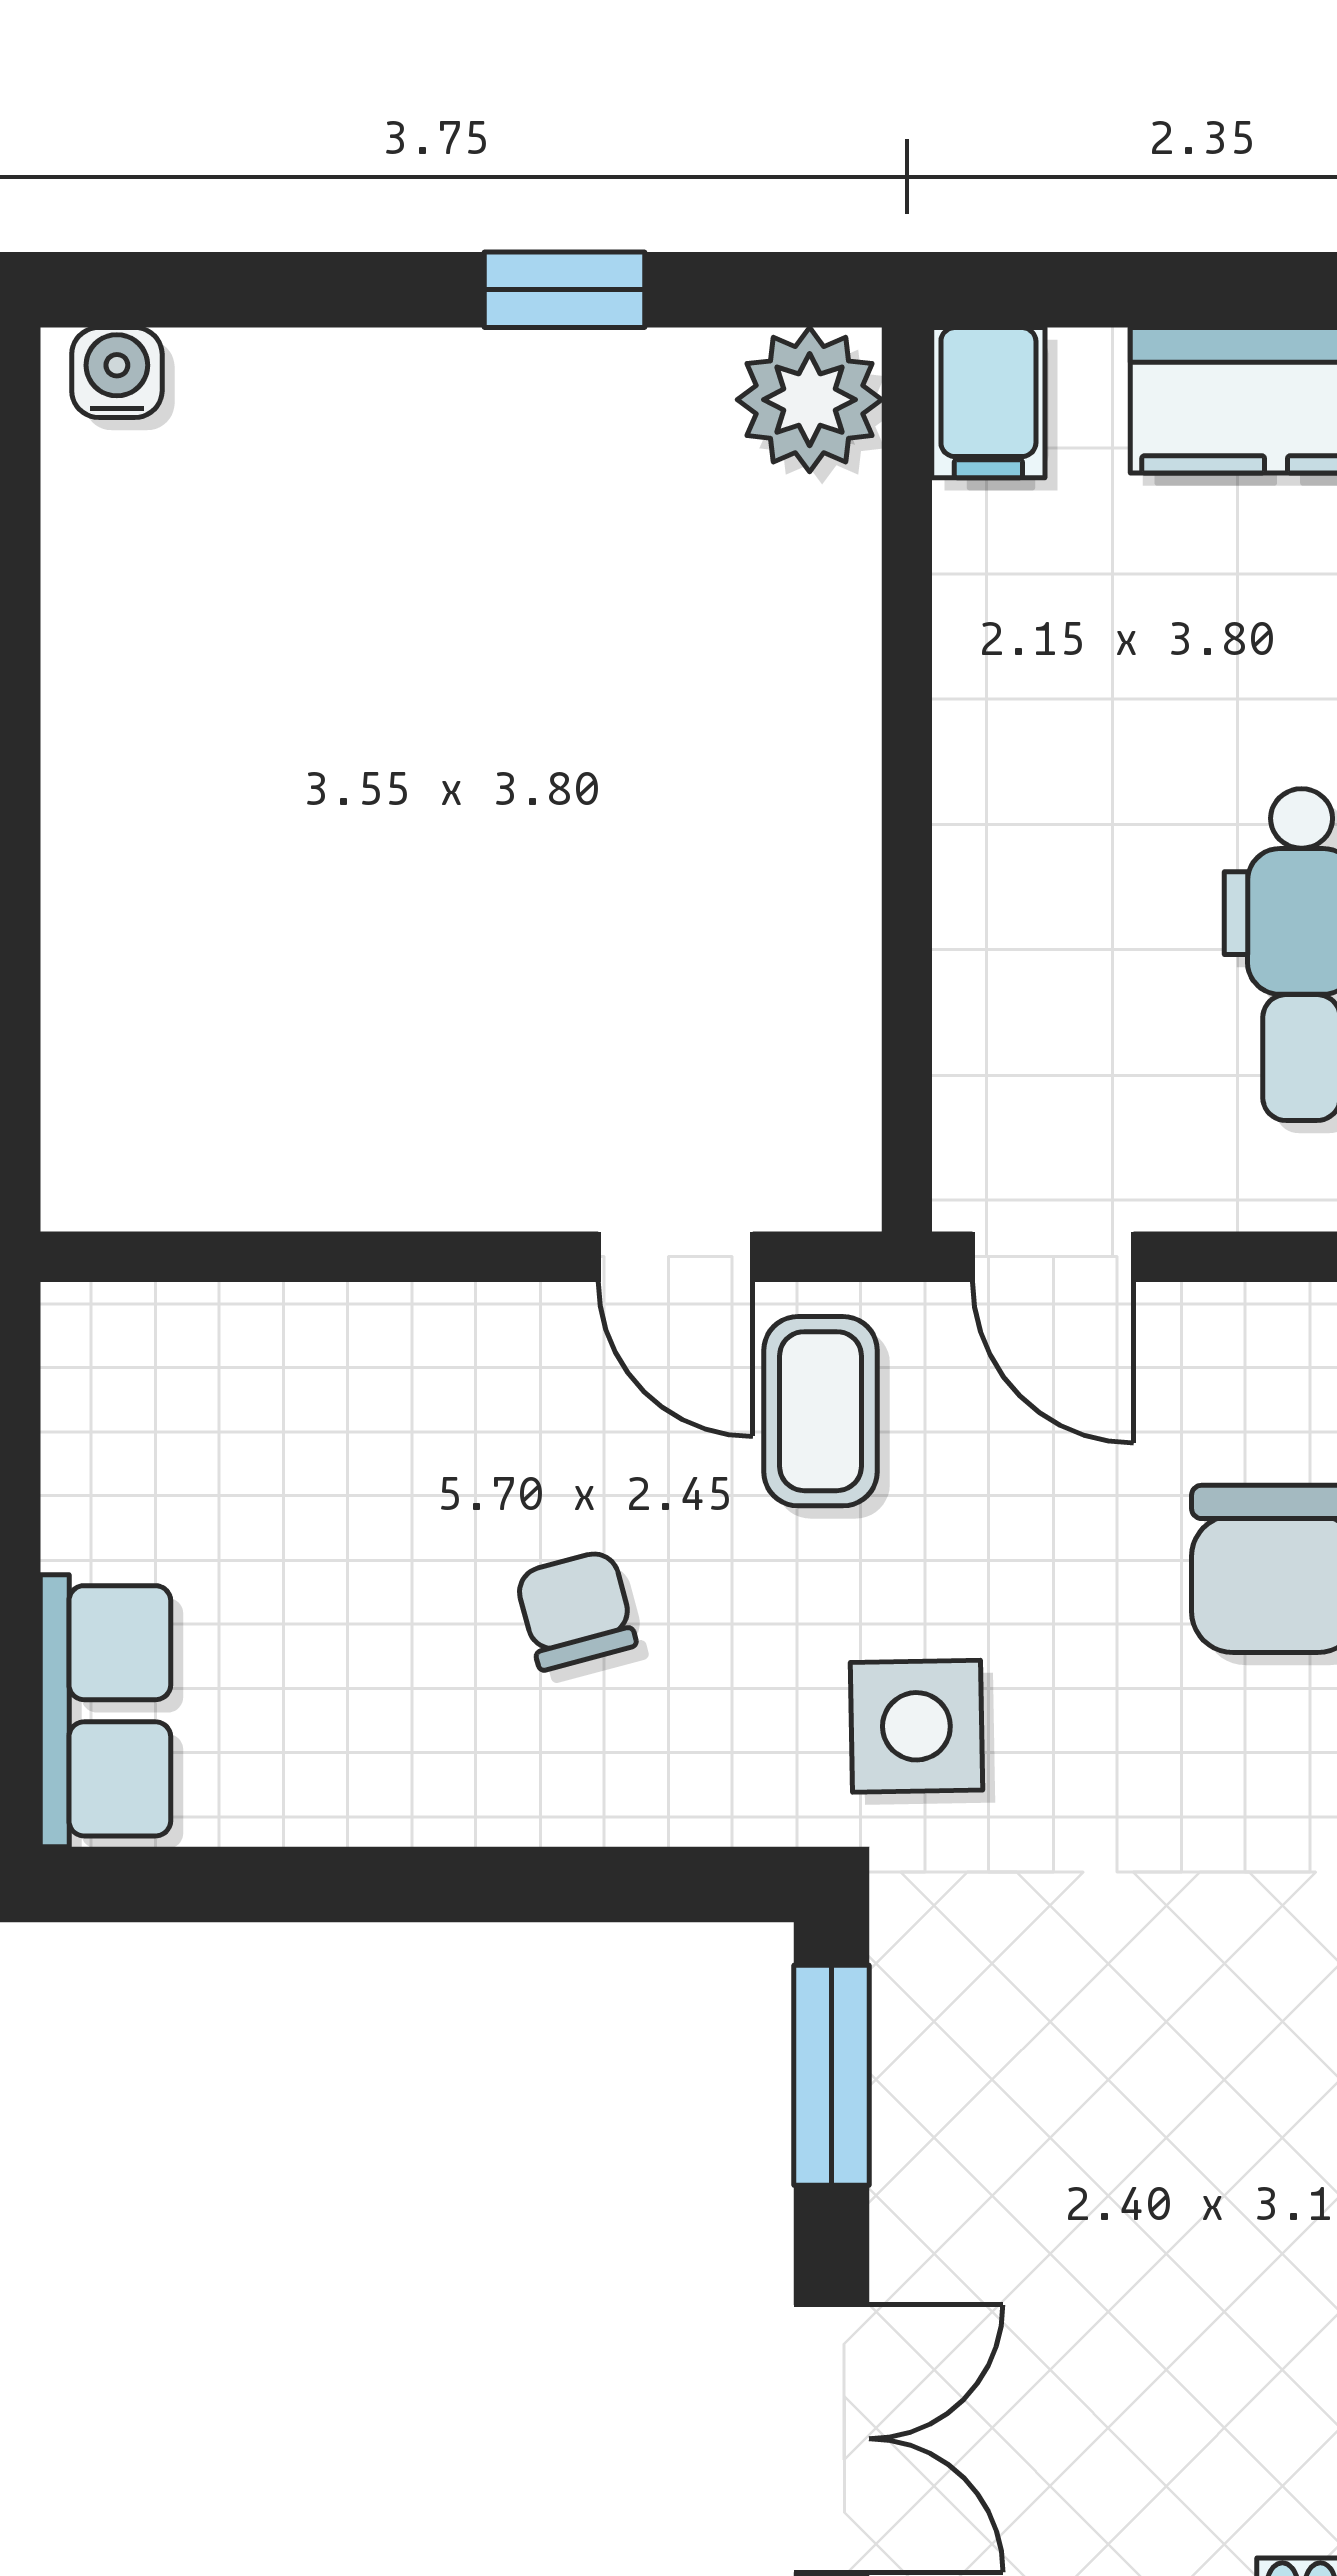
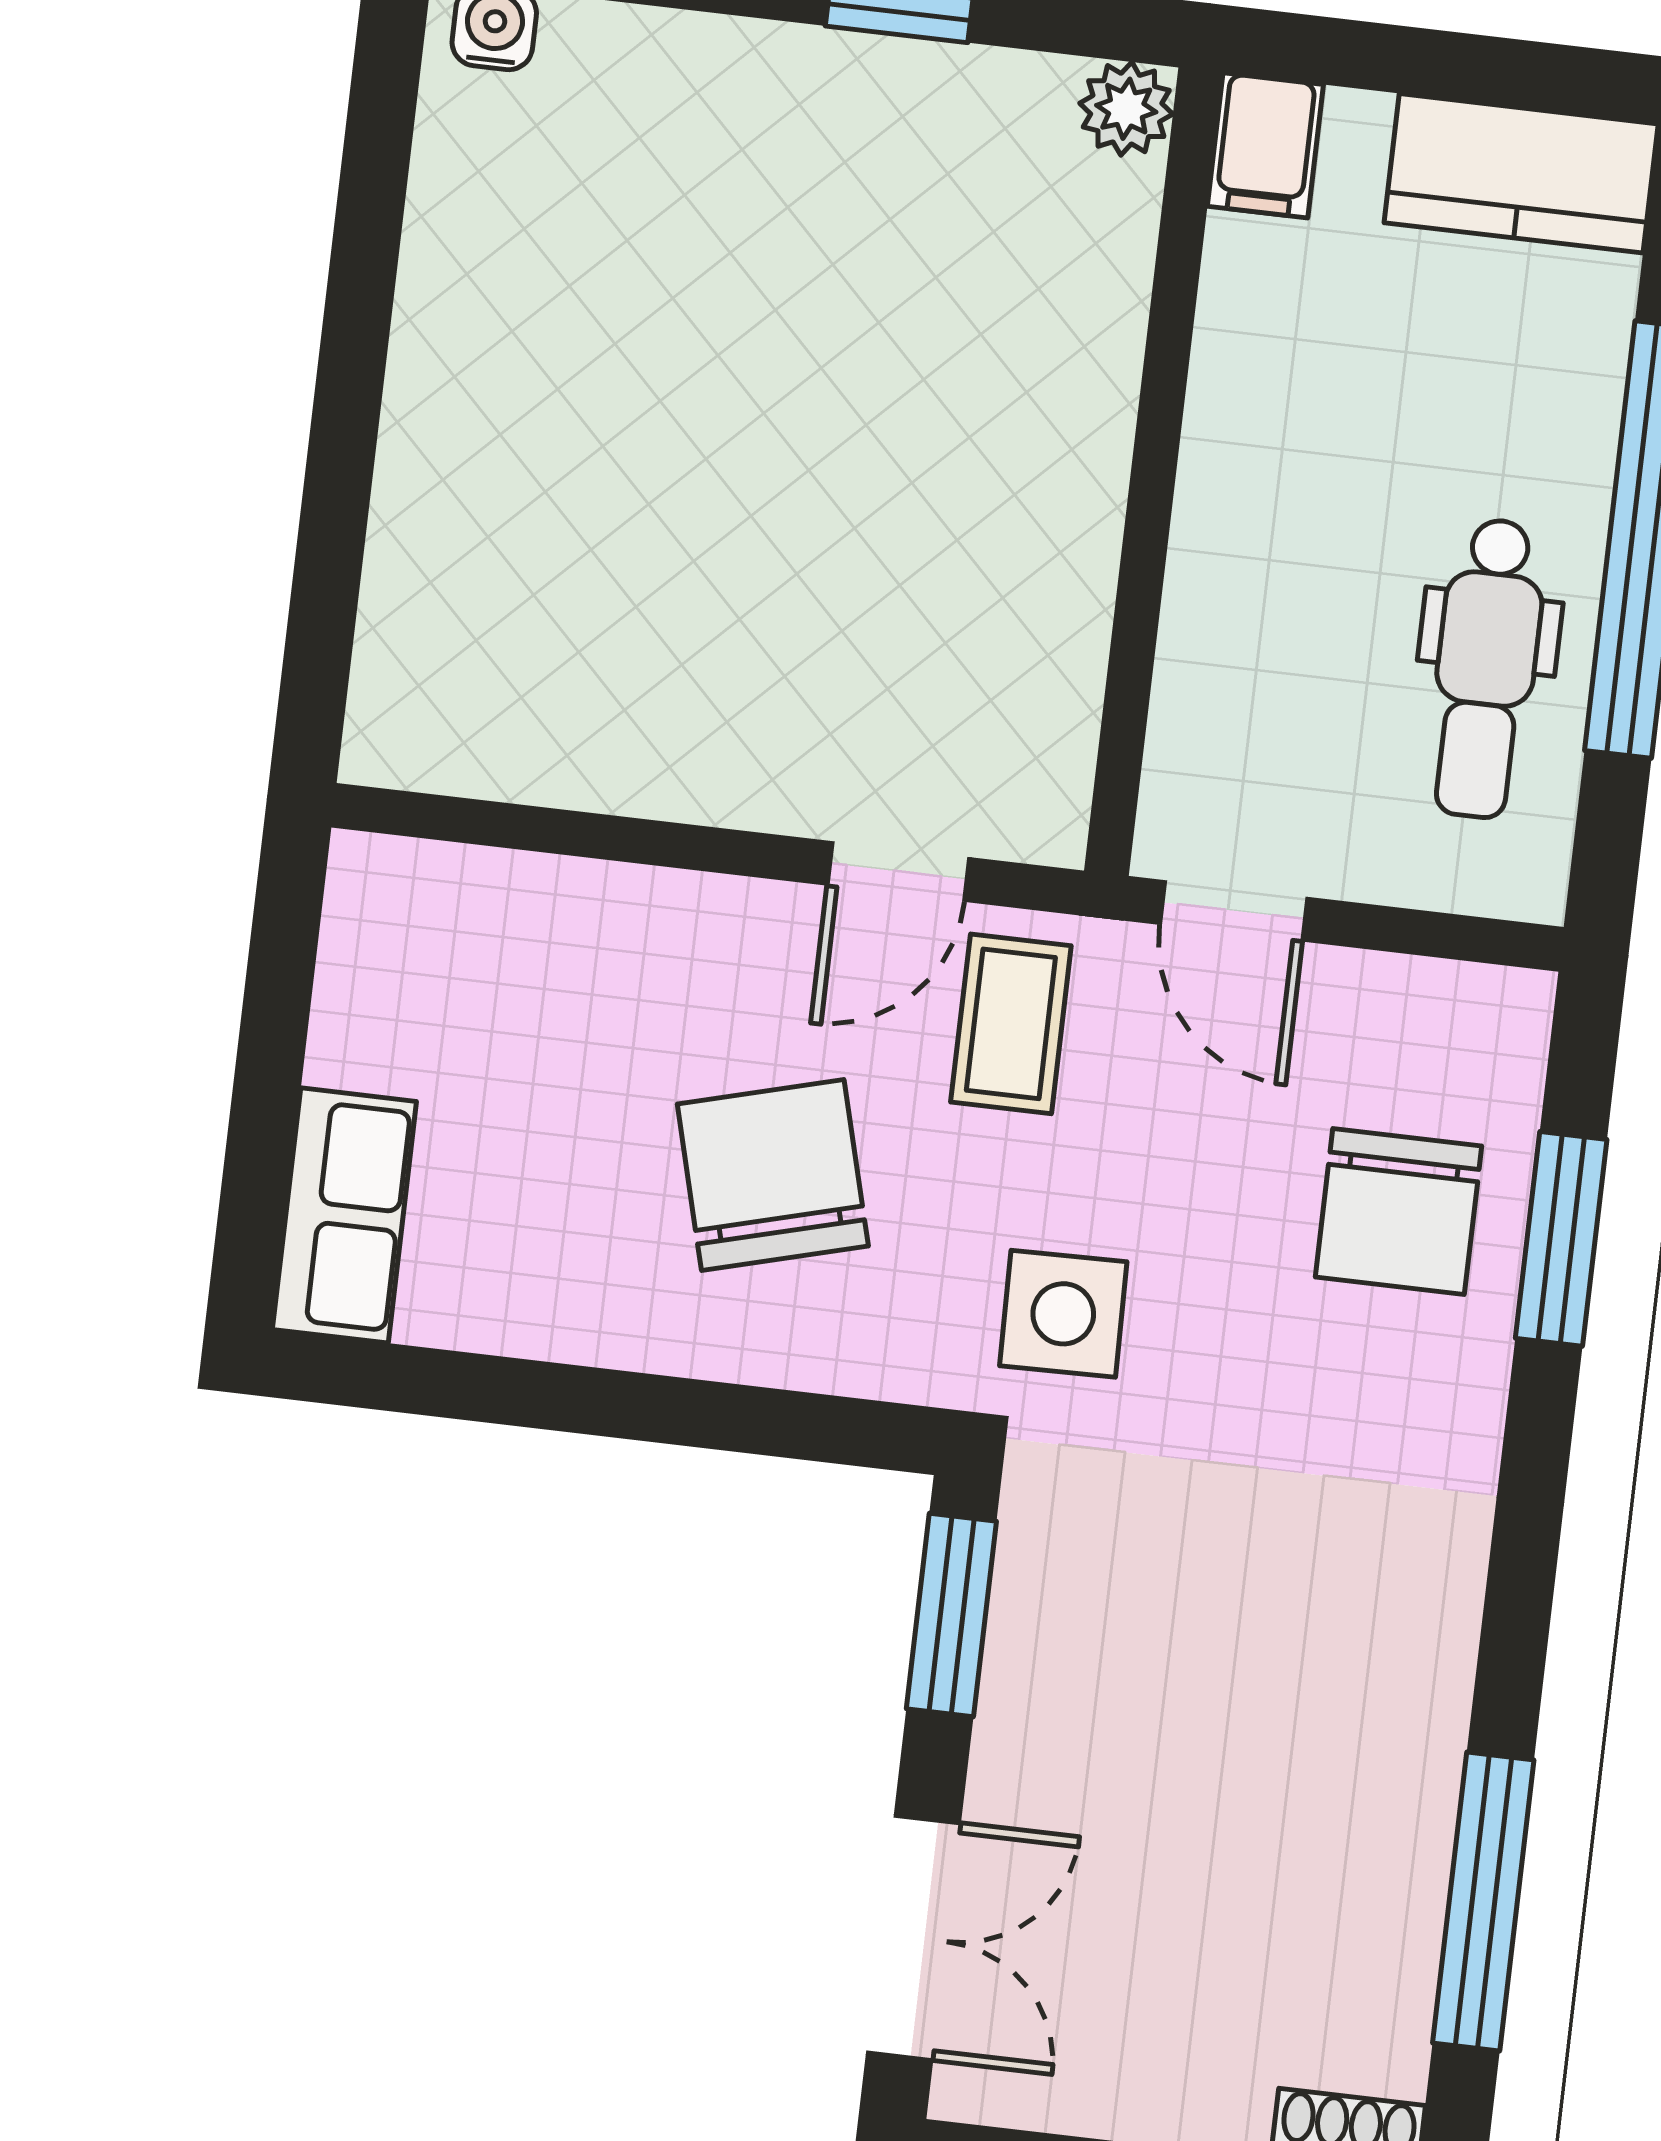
plant: (810, 400) -> (1126, 109), width x0.73, depth x0.73
door: (675, 1257) -> (898, 871), hinge flipped
chair: (576, 1610) -> (773, 1175), width x1.87, depth x1.87

